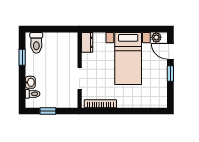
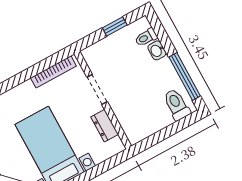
dresser: (87, 42) -> (105, 126), moved
window: (22, 57) -> (185, 77), width x2.17

